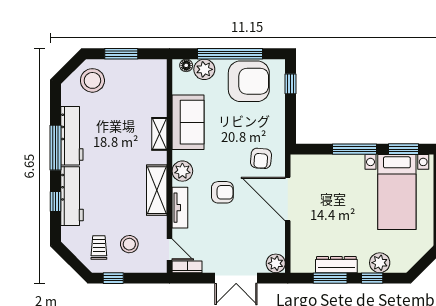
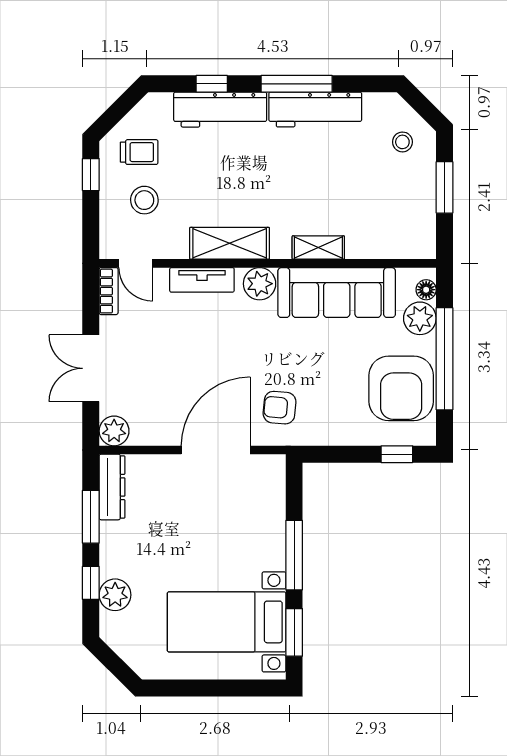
stool: (92, 80) -> (402, 142), width x0.53, depth x0.53
sofa: (188, 122) -> (337, 293), width x1.36
armchair: (222, 192) -> (226, 347), removed
door: (169, 250) -> (136, 263), hinge flipped
dresser: (336, 265) -> (112, 487), moved

